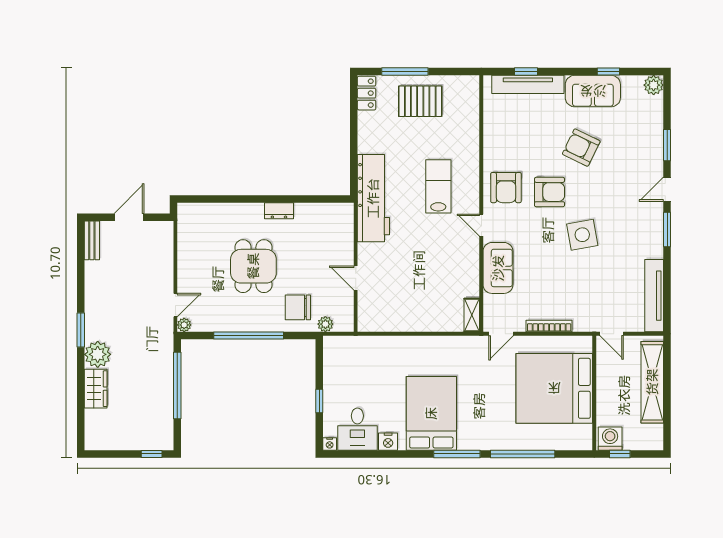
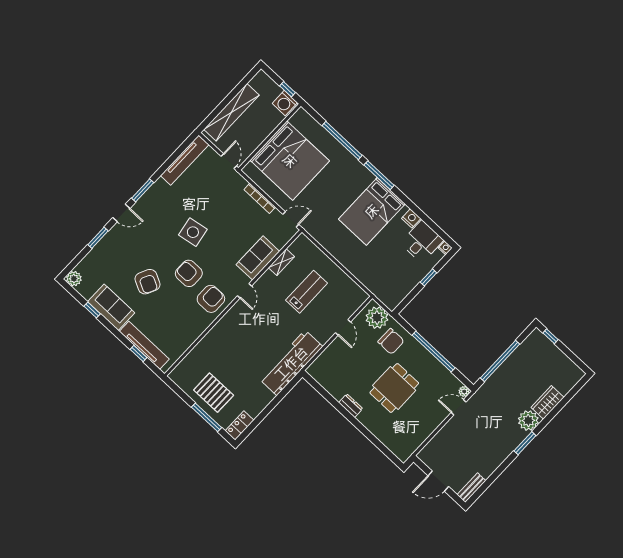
lab bench: (438, 186) -> (307, 292), moved, turned 180
shelving: (472, 315) -> (281, 262), moved
plant: (325, 324) -> (377, 318), width x1.87, depth x1.87

